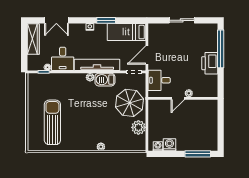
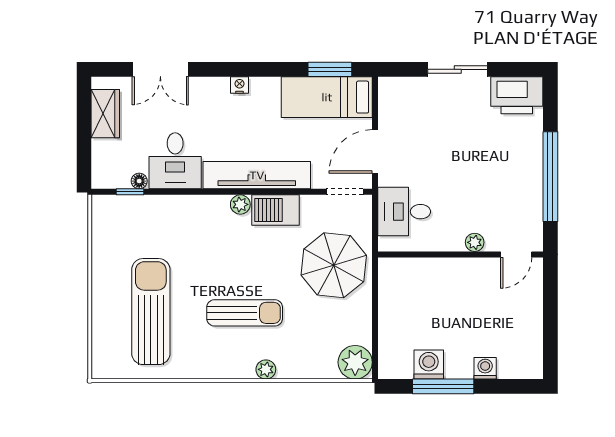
window: (106, 20) -> (330, 69), moved
wardrobe: (33, 39) -> (105, 114), width x0.67
window: (221, 49) -> (550, 177), moved
printer: (210, 63) -> (517, 95), moved, turned -90
door: (178, 98) -> (516, 254), moved
sun lounger: (92, 123) -> (245, 313), added
plant: (138, 127) -> (355, 362), moved
washing machine: (158, 146) -> (485, 368), moved
window: (198, 154) -> (443, 386), moved

